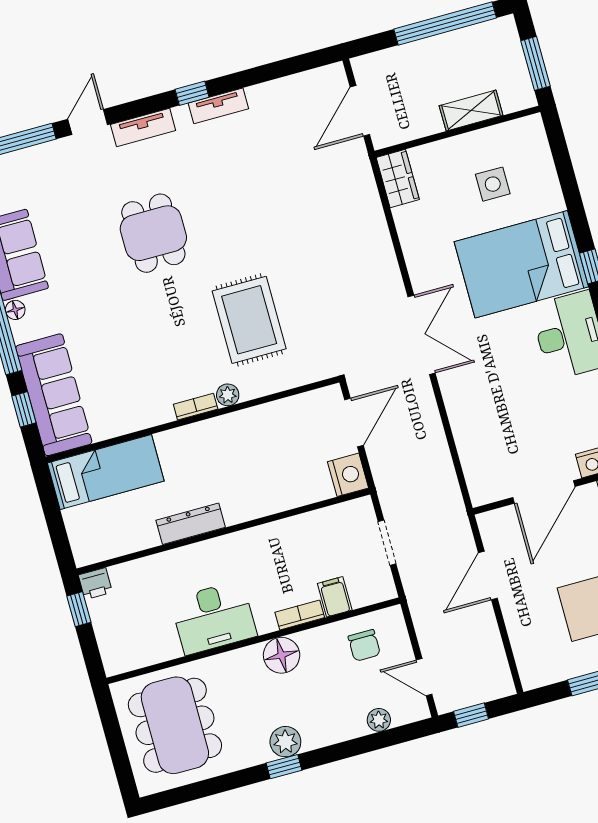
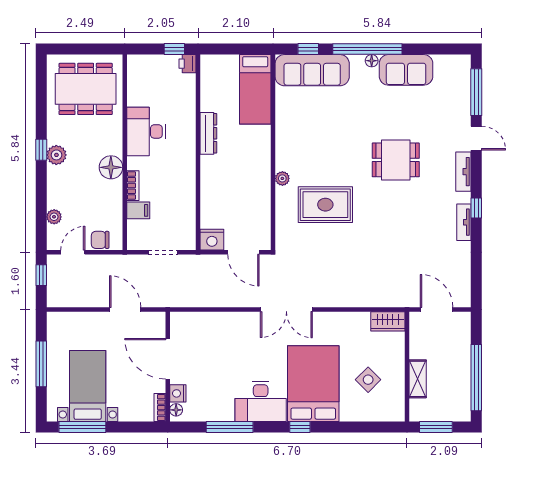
side table: (493, 184) -> (368, 380), turned 45
bookcase: (196, 407) -> (281, 156), removed
chair: (364, 645) -> (100, 240), moved

